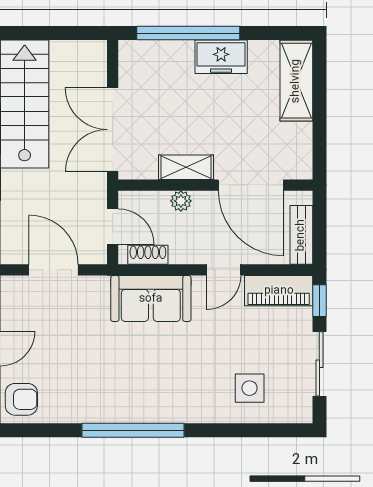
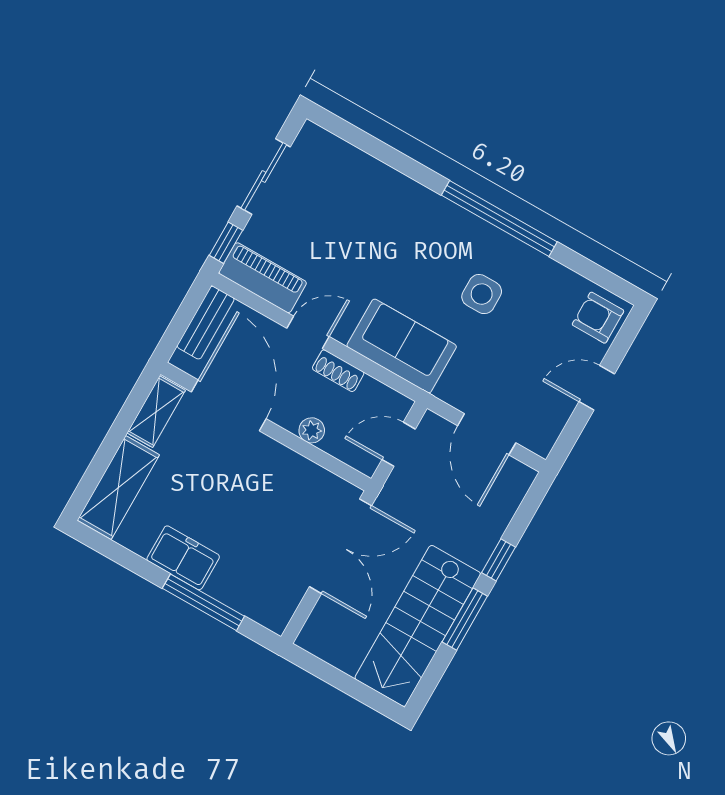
window: (188, 33) -> (203, 602), width x0.68
shelving: (186, 167) -> (156, 412), moved, turned 90
door: (113, 227) -> (399, 444), hinge flipped
shoe rack: (148, 255) -> (338, 371), moved
side table: (250, 388) -> (482, 294), moved

